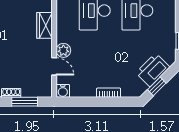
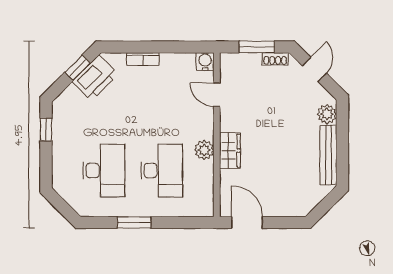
plant: (63, 50) -> (204, 150), moved
printer: (153, 70) -> (95, 78), moved

